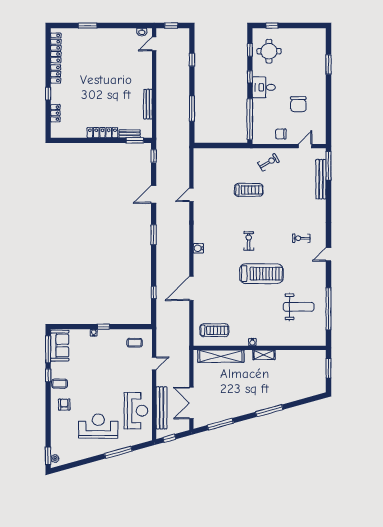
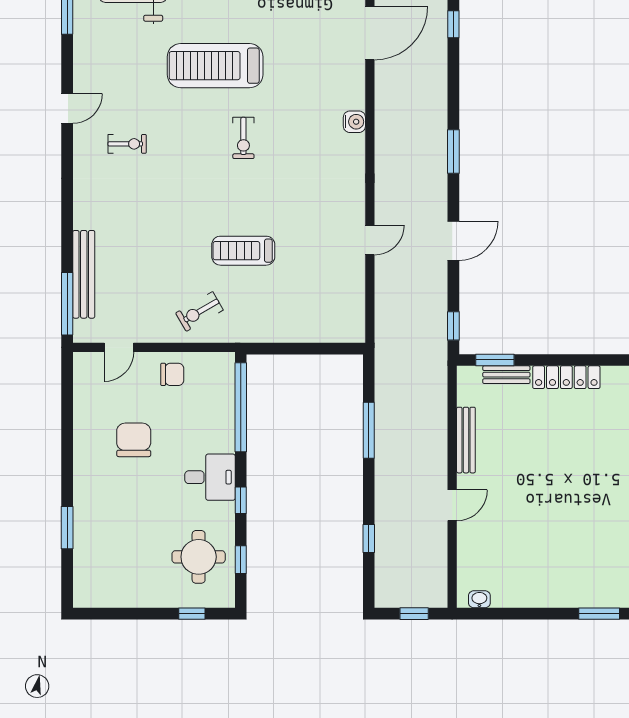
door: (154, 44) -> (452, 505), moved

